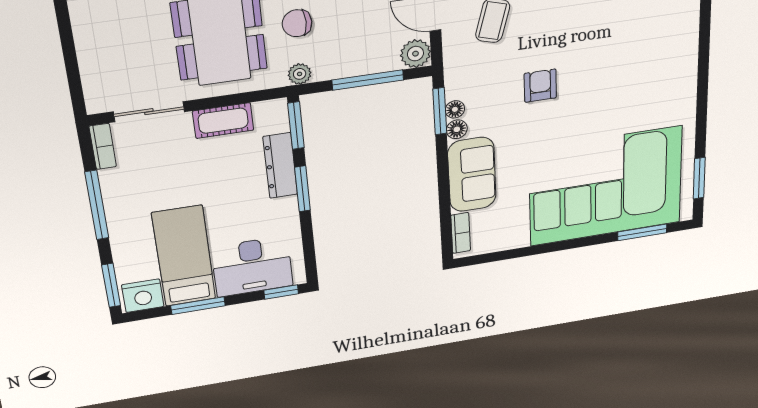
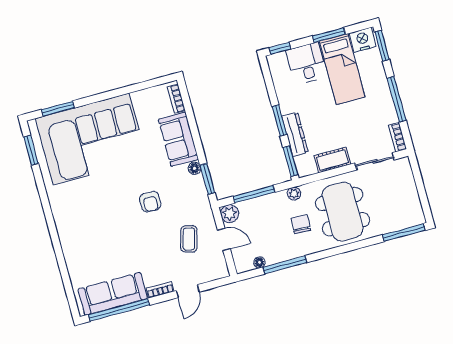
chair: (297, 23) -> (301, 224), turned -87
floor lamp: (455, 109) -> (199, 181), removed
desk: (252, 266) -> (307, 63), width x0.73

